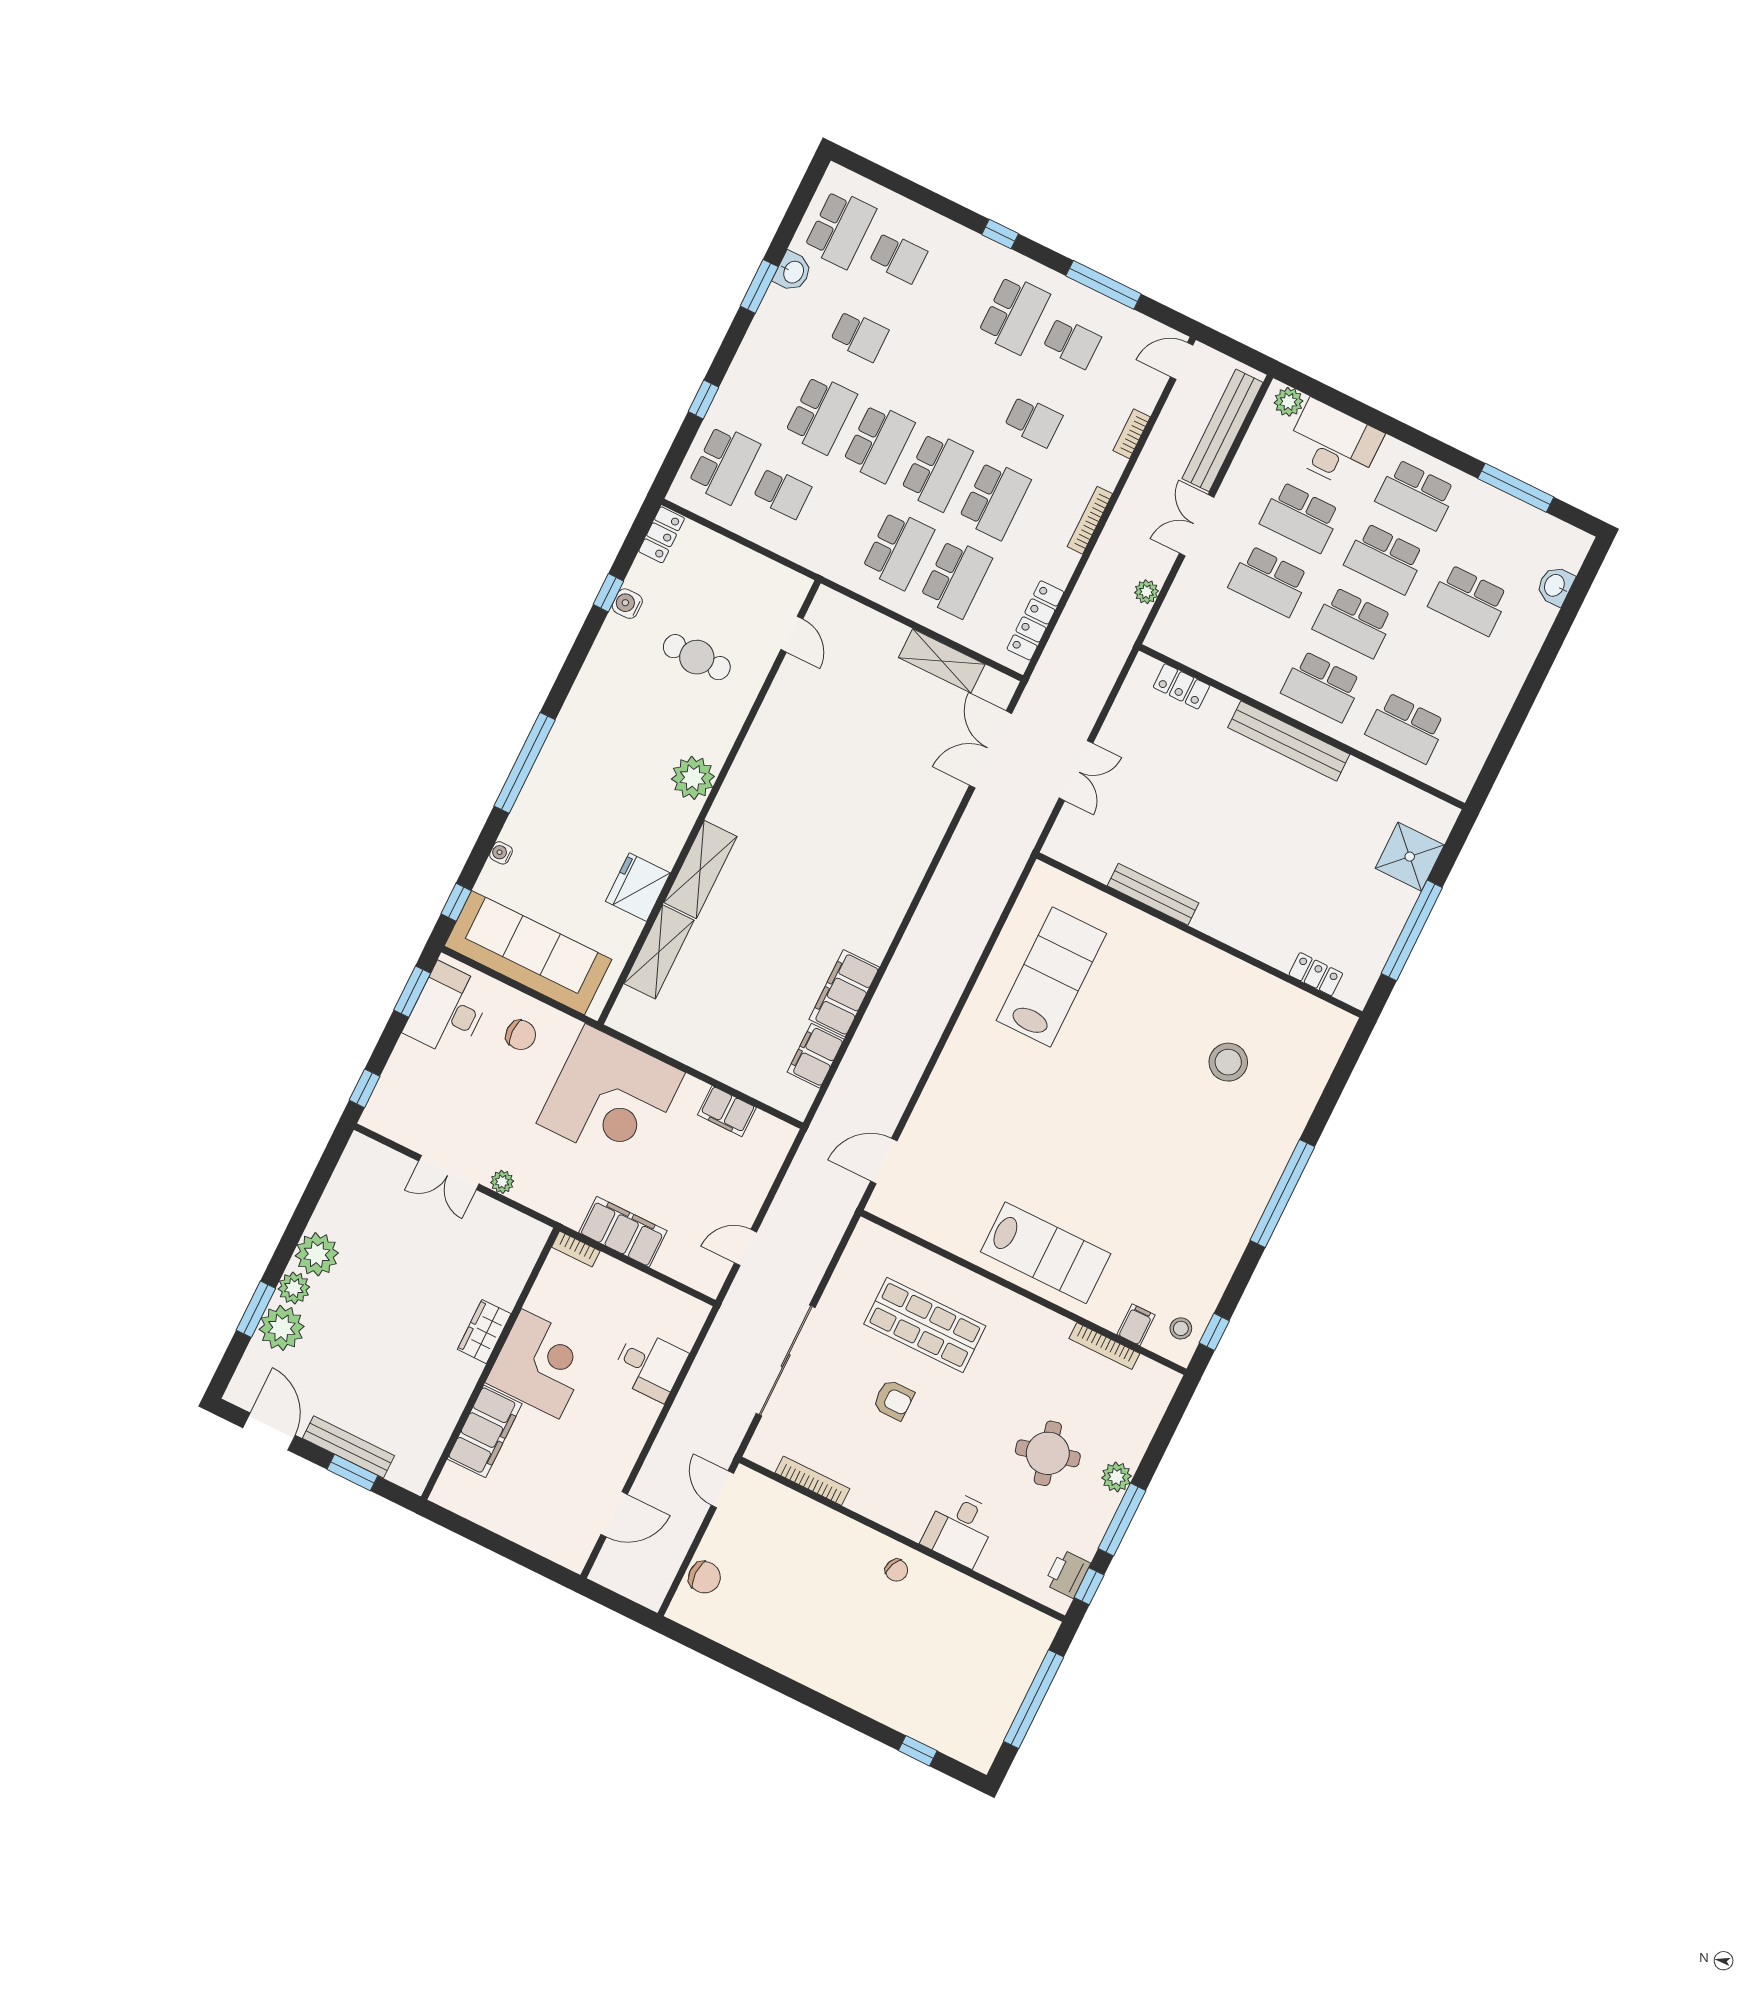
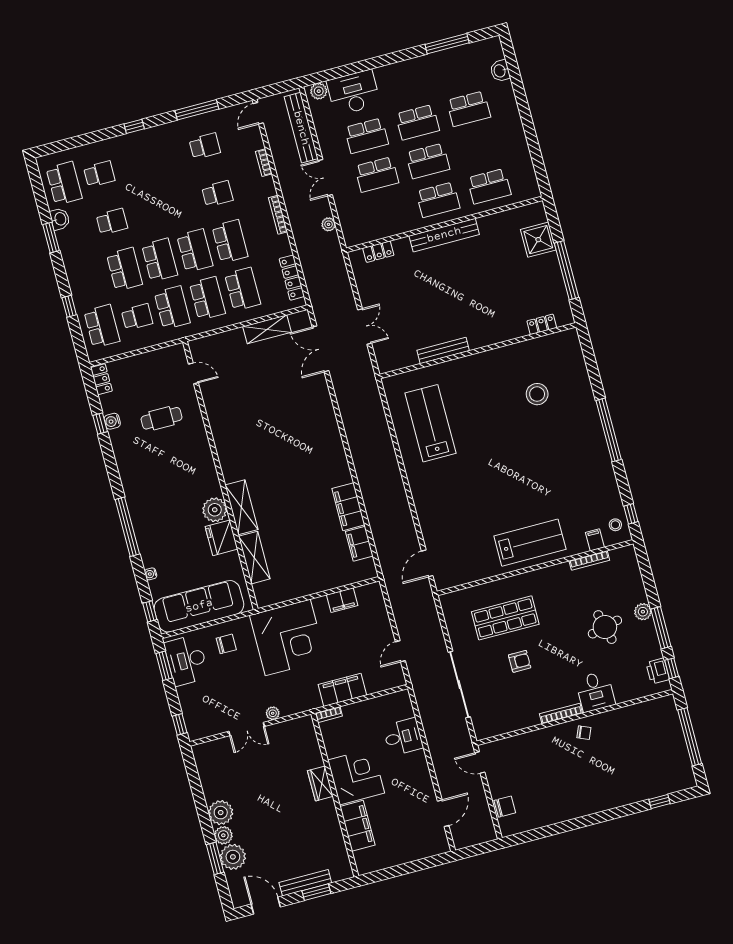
school desk: (1014, 314) -> (172, 308), moved
school desk: (1416, 495) -> (407, 83), removed
plant: (693, 778) -> (215, 510), moved
bookcase: (812, 1481) -> (561, 714), moved

